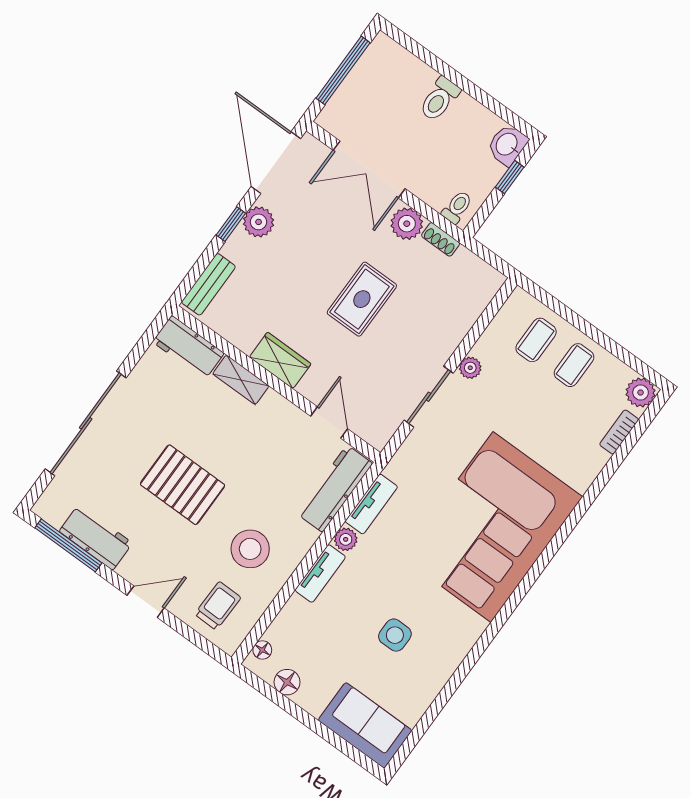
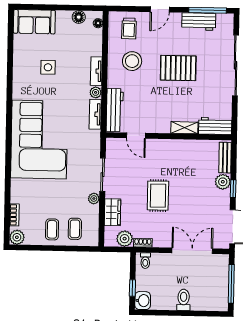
plant: (259, 222) -> (223, 182), moved
plant: (407, 224) -> (125, 239), moved
wardrobe: (280, 360) -> (112, 212), moved, turned -90

